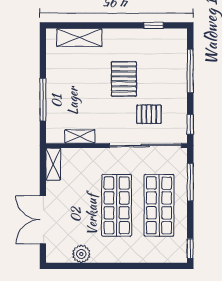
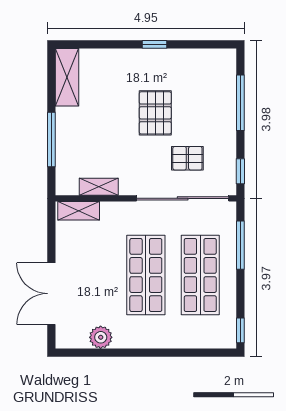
window: (154, 25) -> (154, 44), moved
shelving: (79, 38) -> (67, 77), moved, turned 90
shelving: (53, 164) -> (79, 211), moved, turned 90

